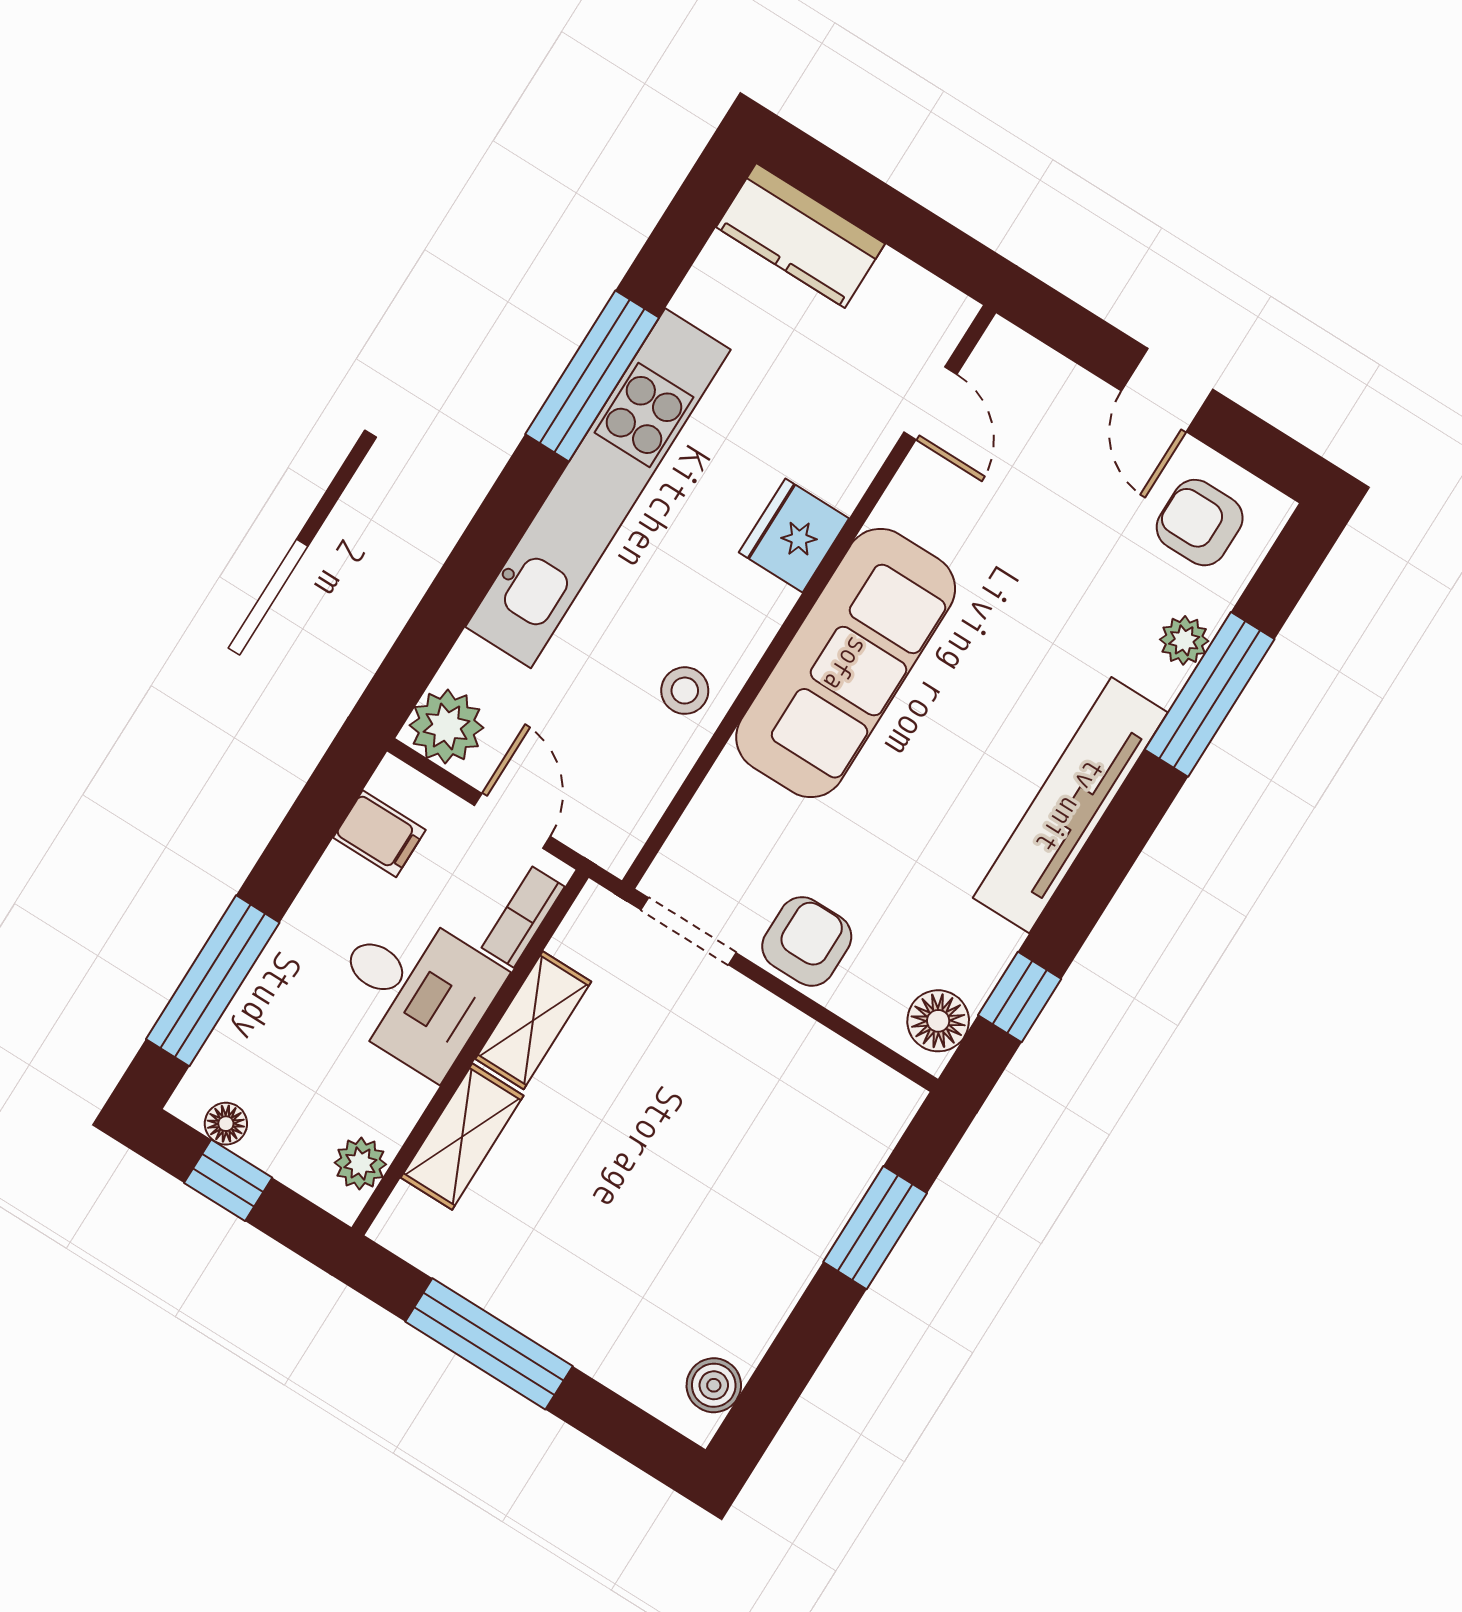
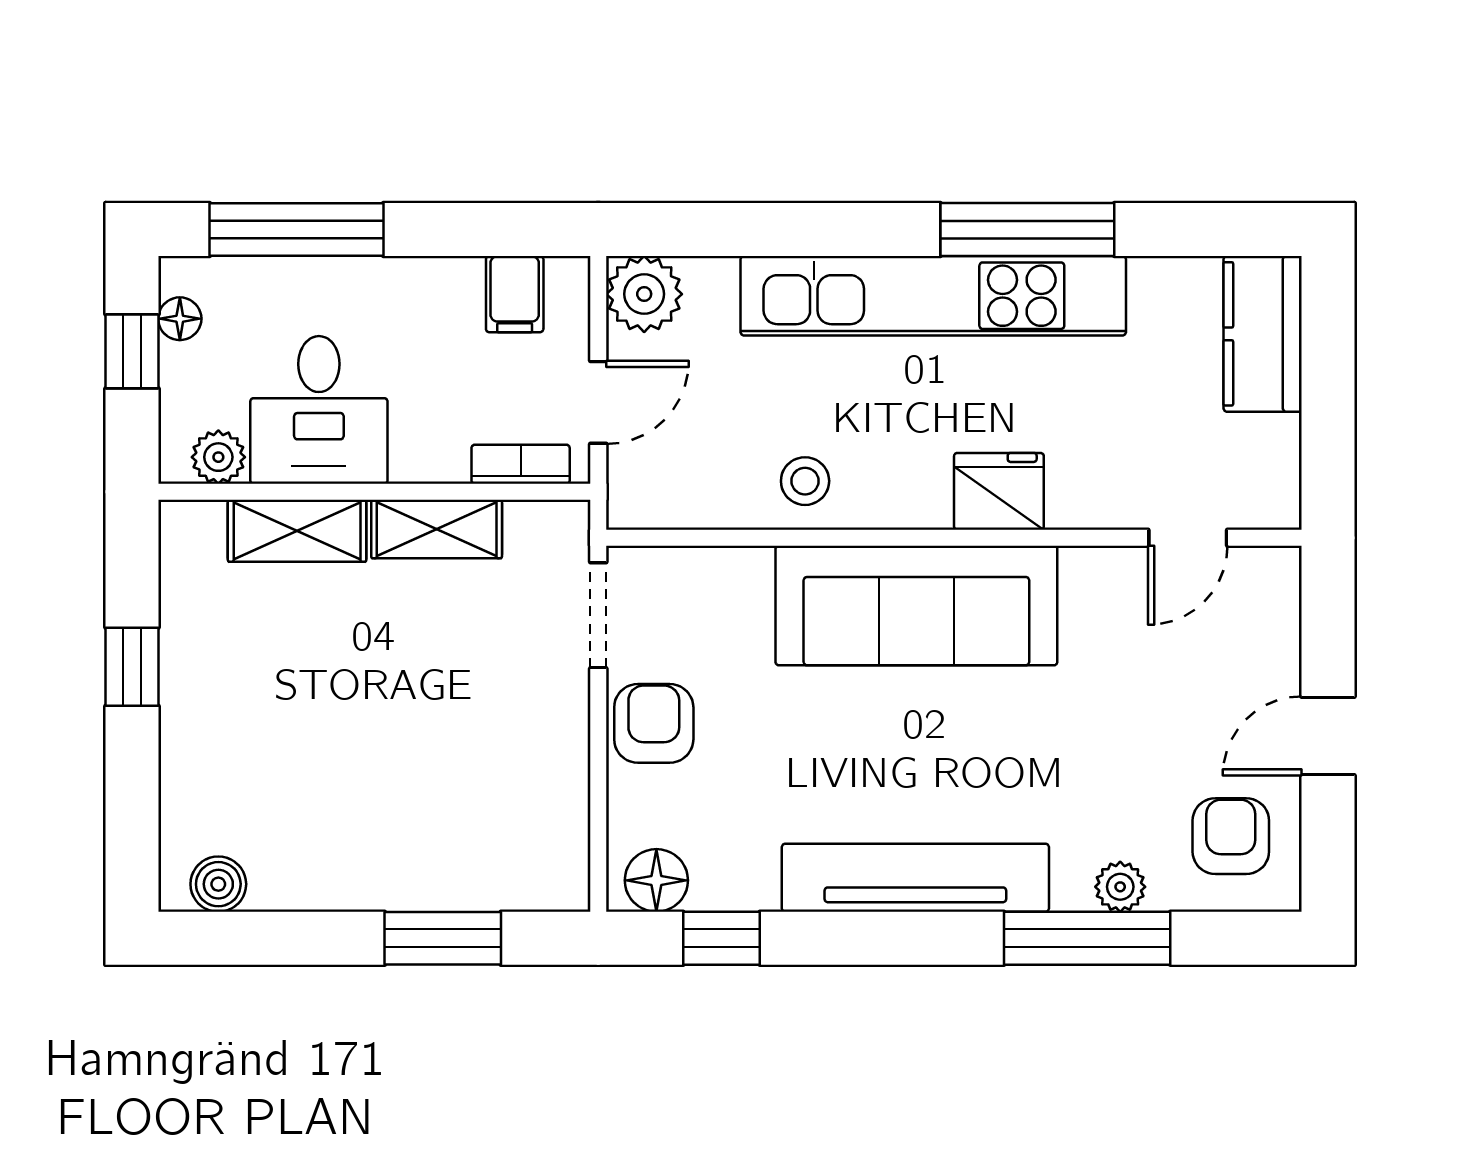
armchair: (807, 941) -> (654, 723), turned -90
desk: (414, 991) -> (319, 410), moved
window: (489, 1344) -> (132, 667), width x0.46

